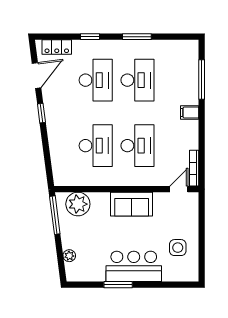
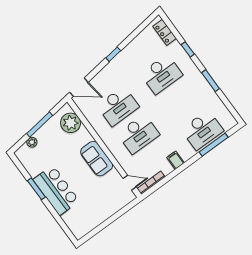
door: (37, 76) -> (79, 87), moved
desk: (138, 80) -> (202, 130), moved
filing cabinet: (190, 113) -> (175, 160), moved
window: (55, 215) -> (40, 125), moved
side table: (178, 248) -> (90, 210), removed

